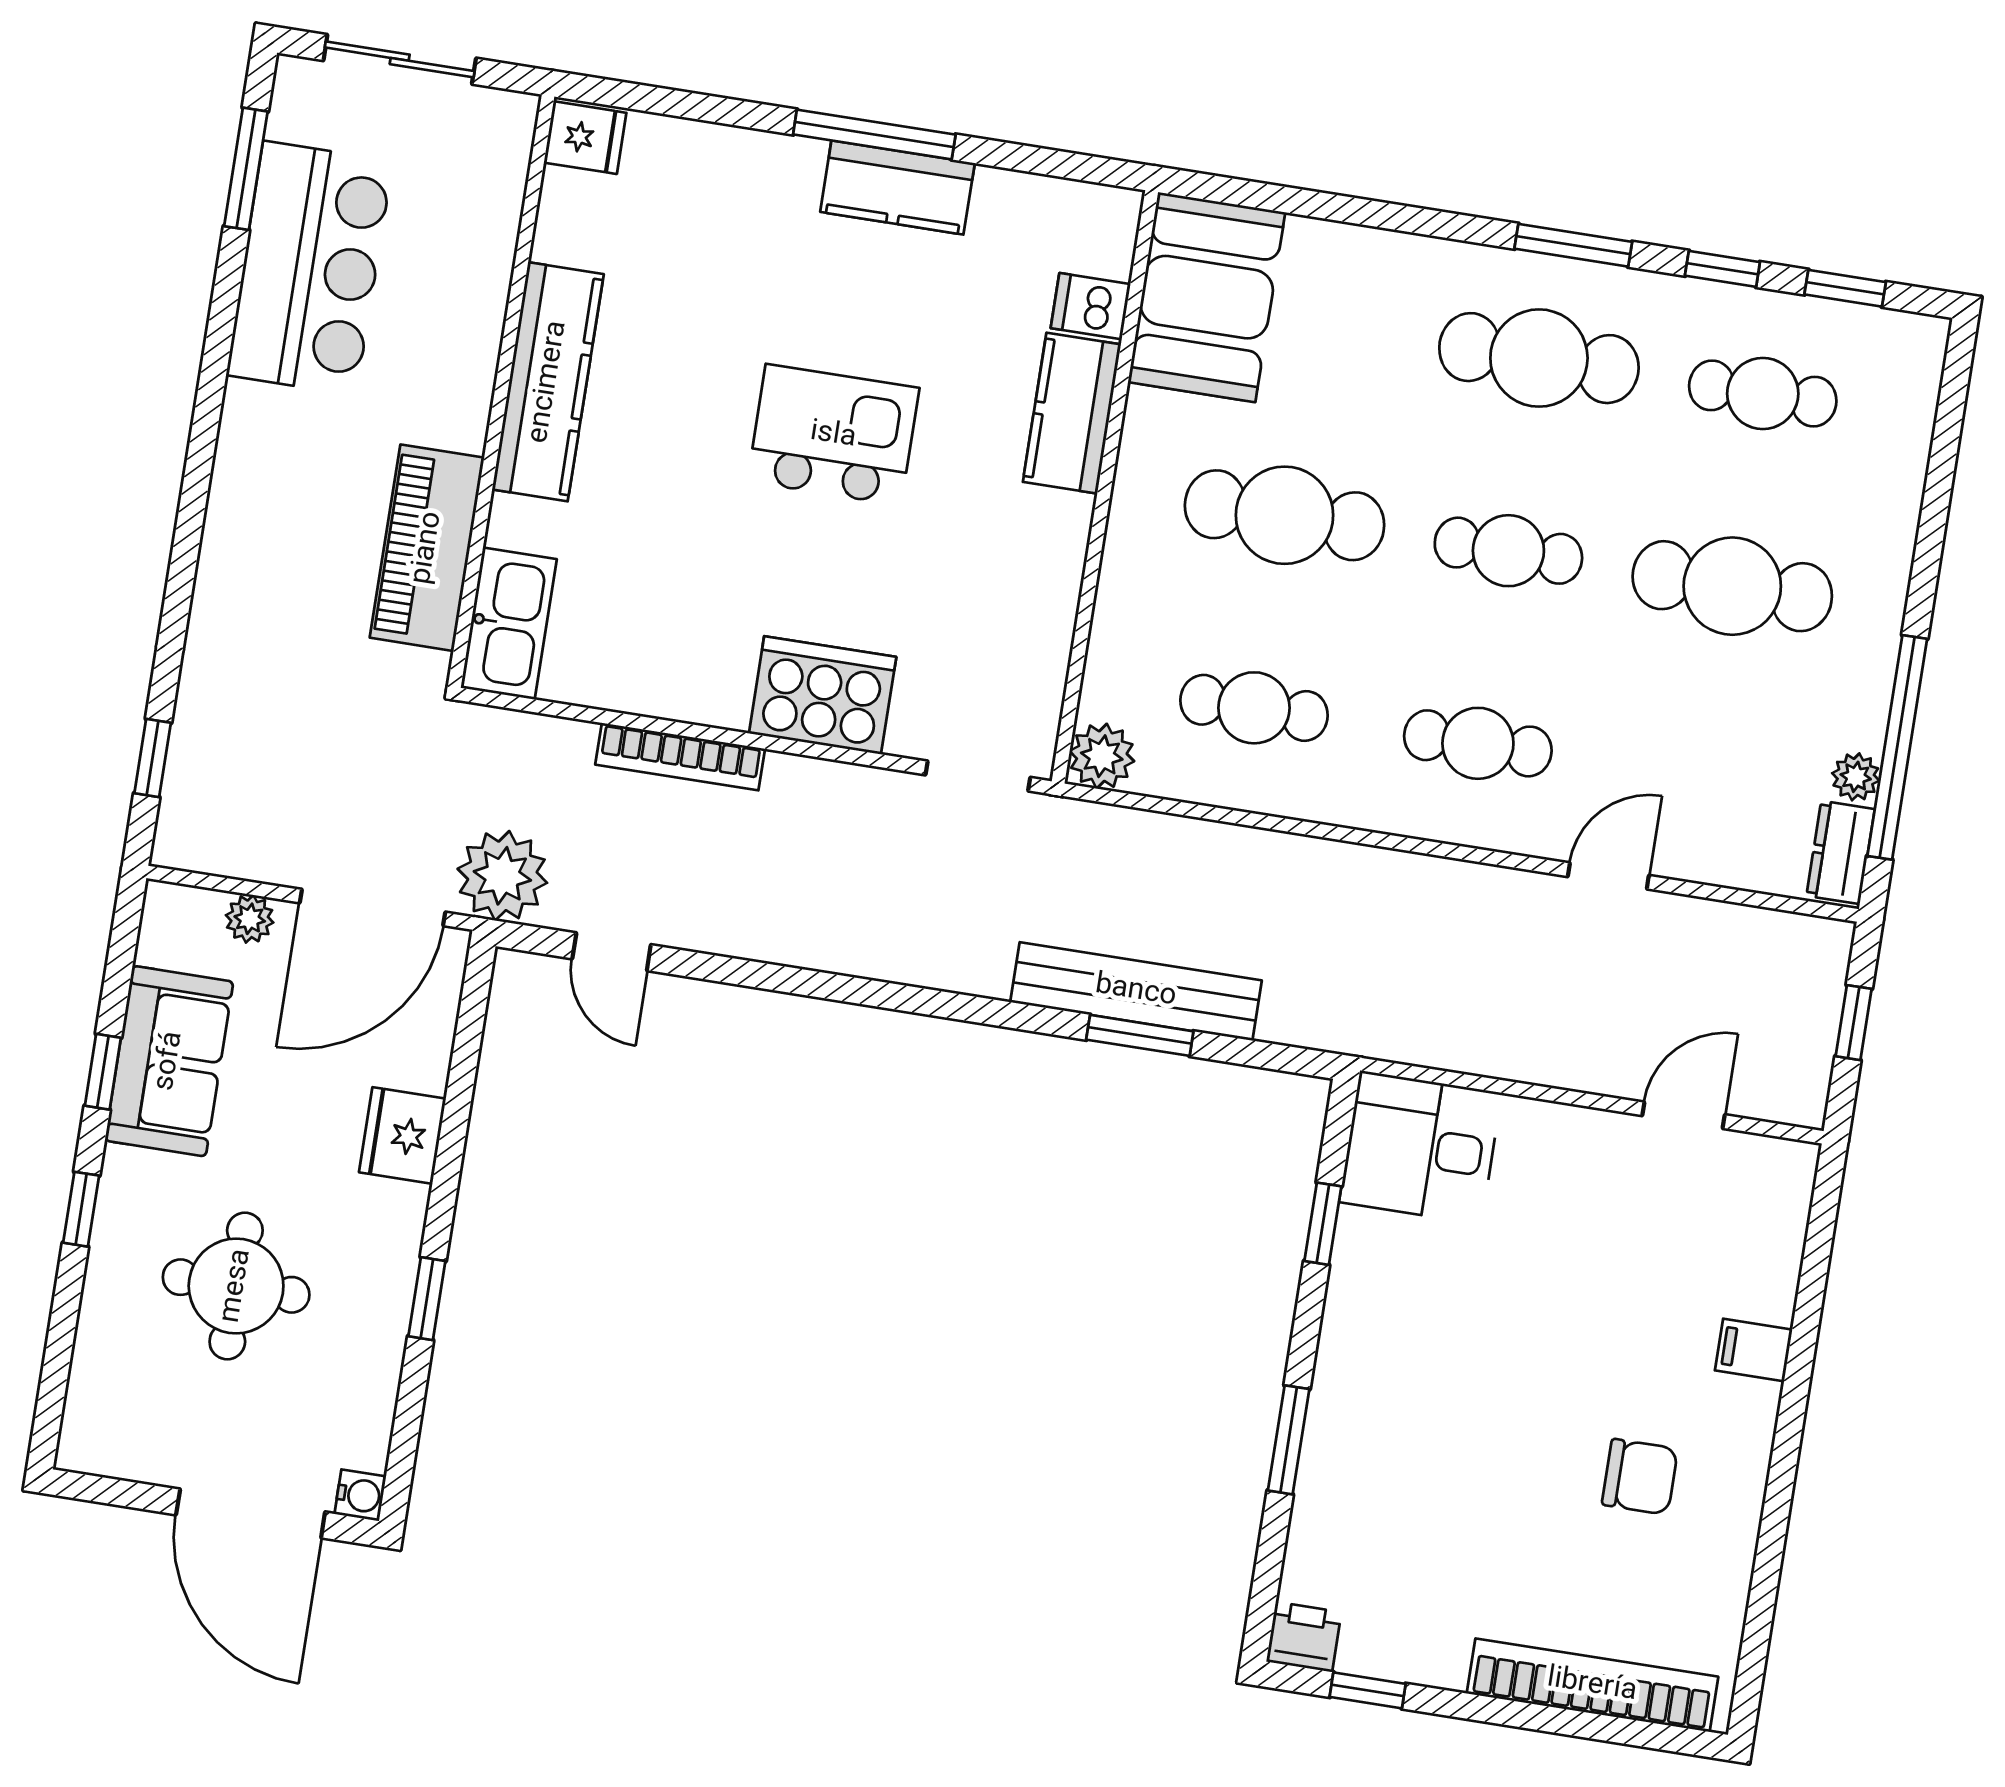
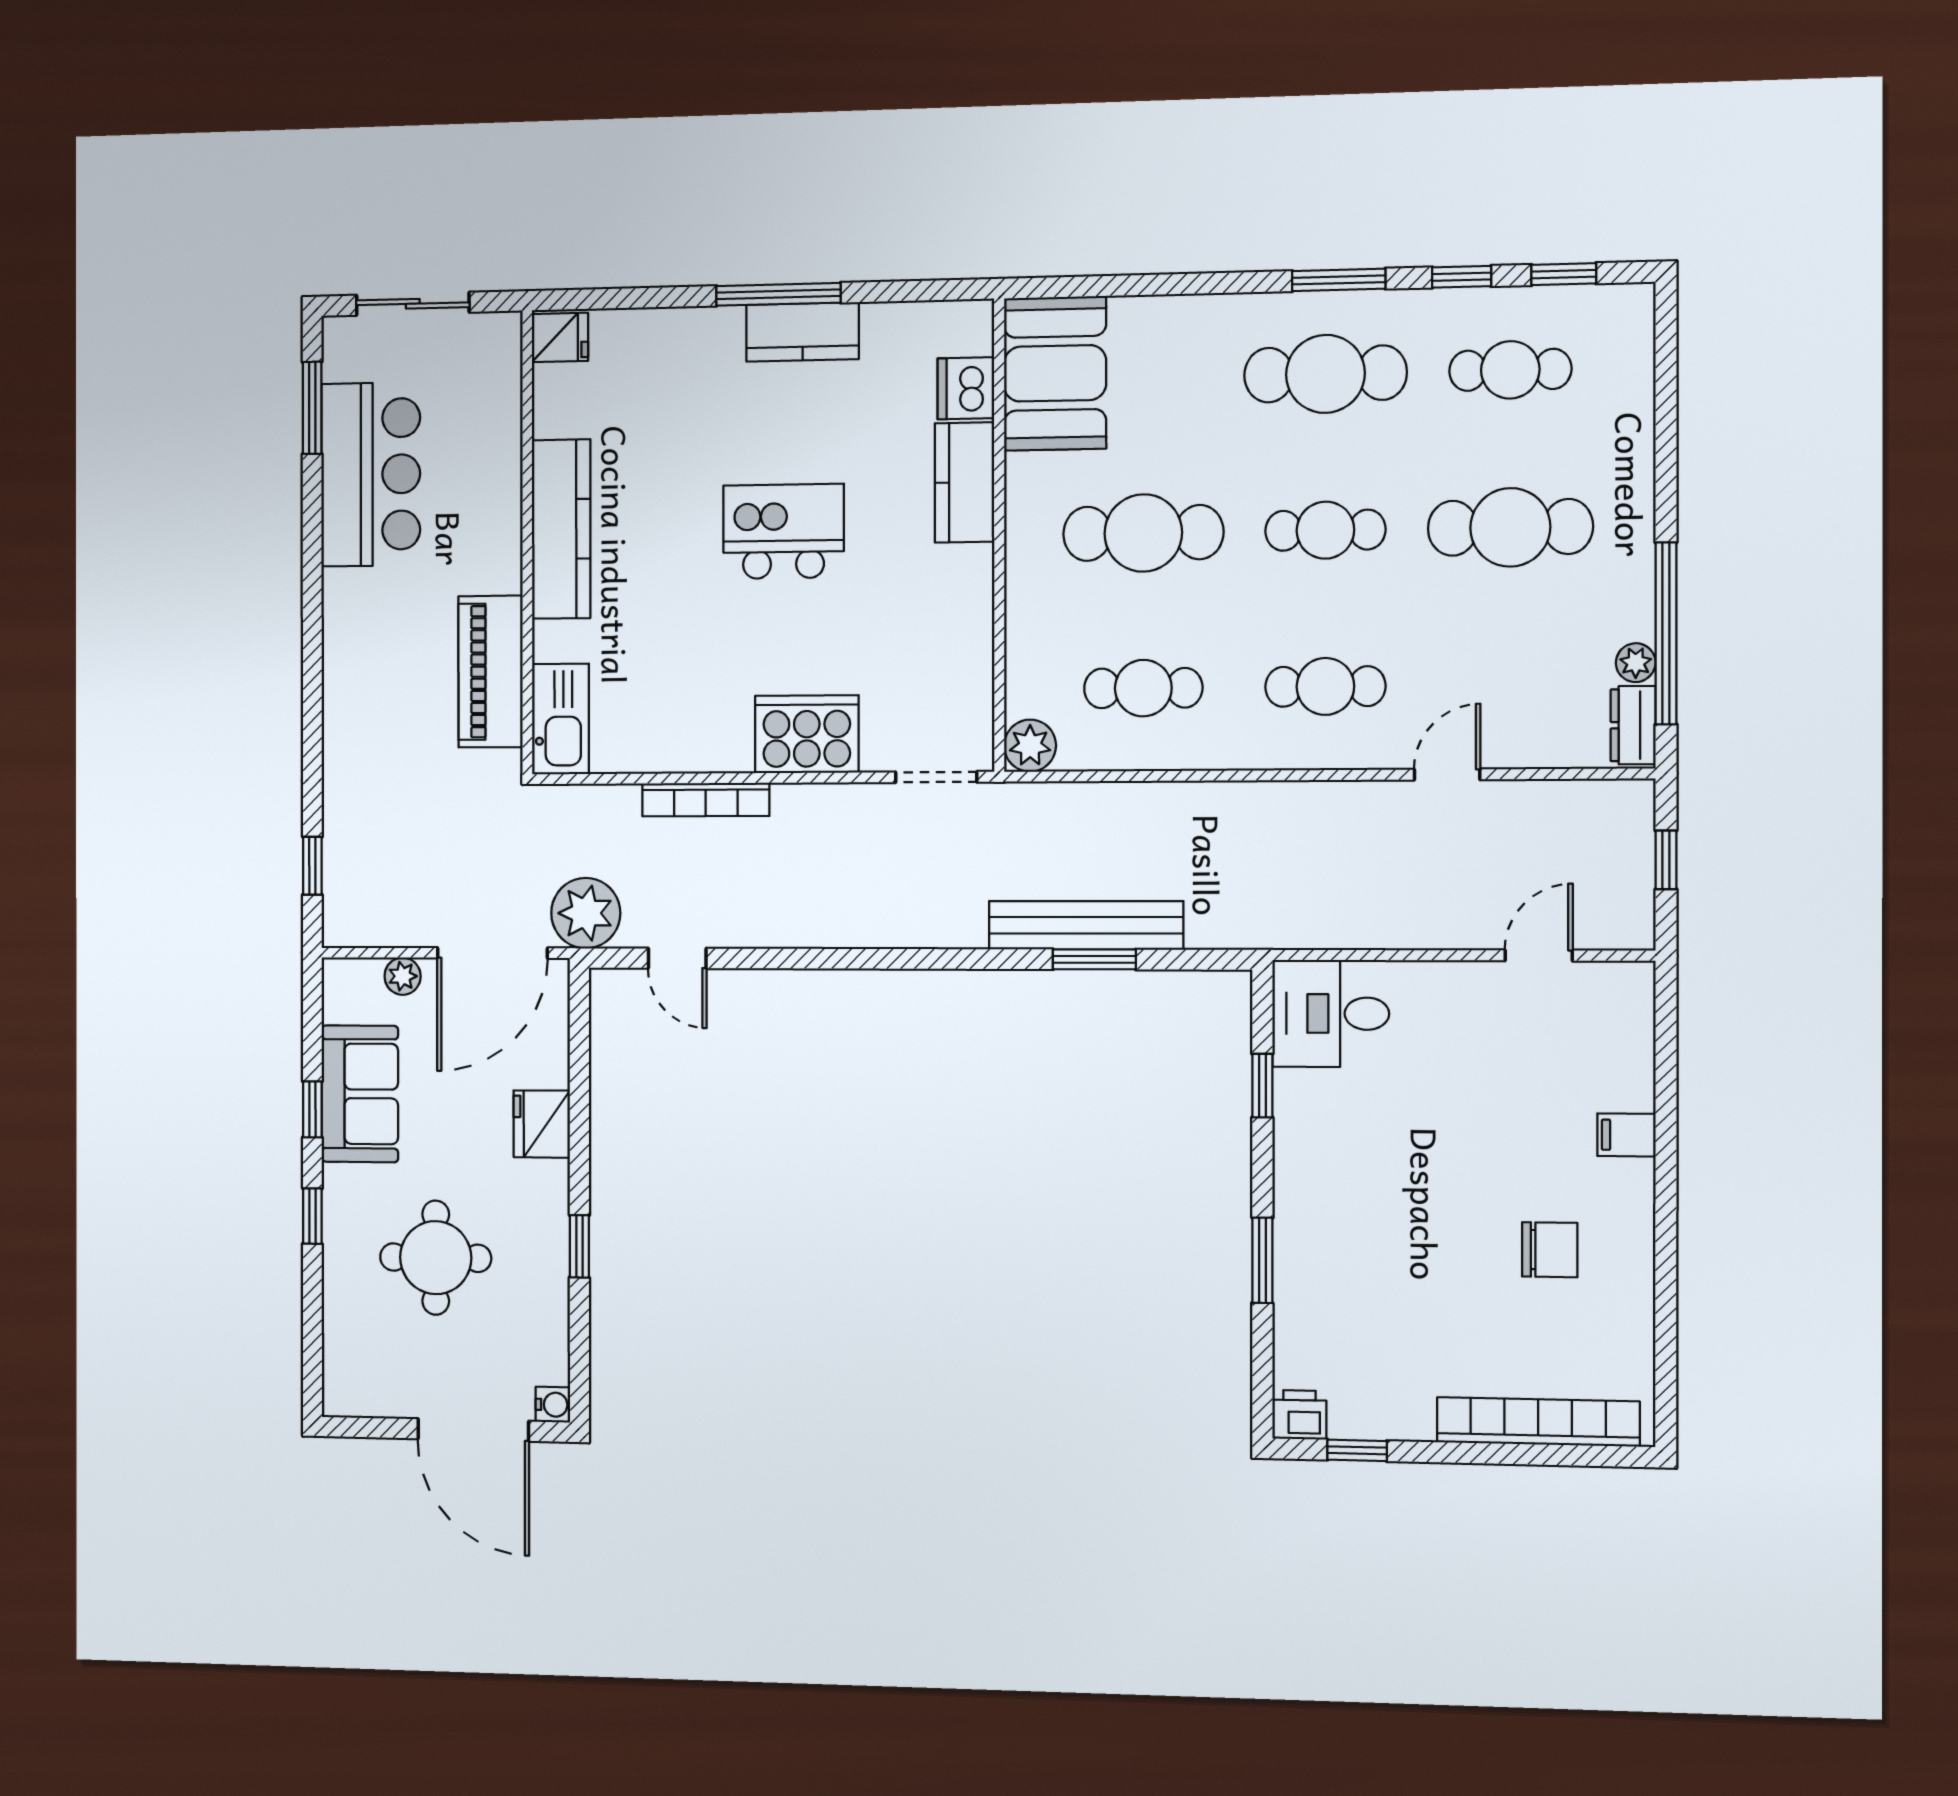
dishwasher: (1091, 306) -> (966, 388), width x1.38

